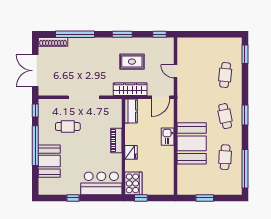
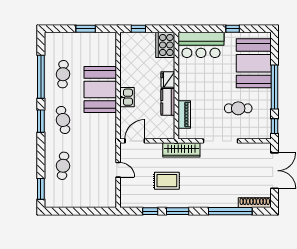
window: (159, 34) -> (150, 211), moved
wardrobe: (130, 89) -> (181, 150), moved
kitchen counter: (131, 111) -> (168, 102), moved
piano: (116, 141) -> (184, 115), moved
booth: (49, 161) -> (254, 63), width x1.36, depth x1.42
window: (245, 169) -> (41, 77), moved
window: (141, 198) -> (138, 29), moved

